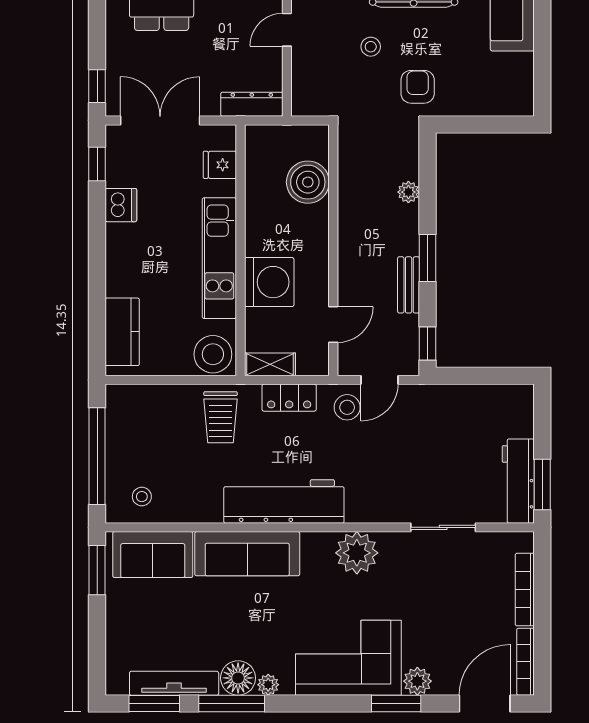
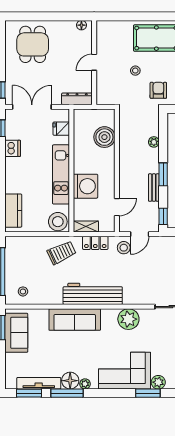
trolley: (221, 417) -> (62, 253), turned -115
sofa: (153, 555) -> (16, 333), moved, turned -90

